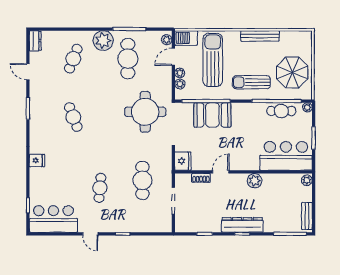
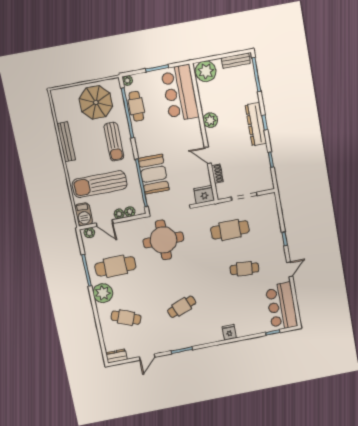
plant: (307, 180) -> (206, 71), width x1.88, depth x1.88

